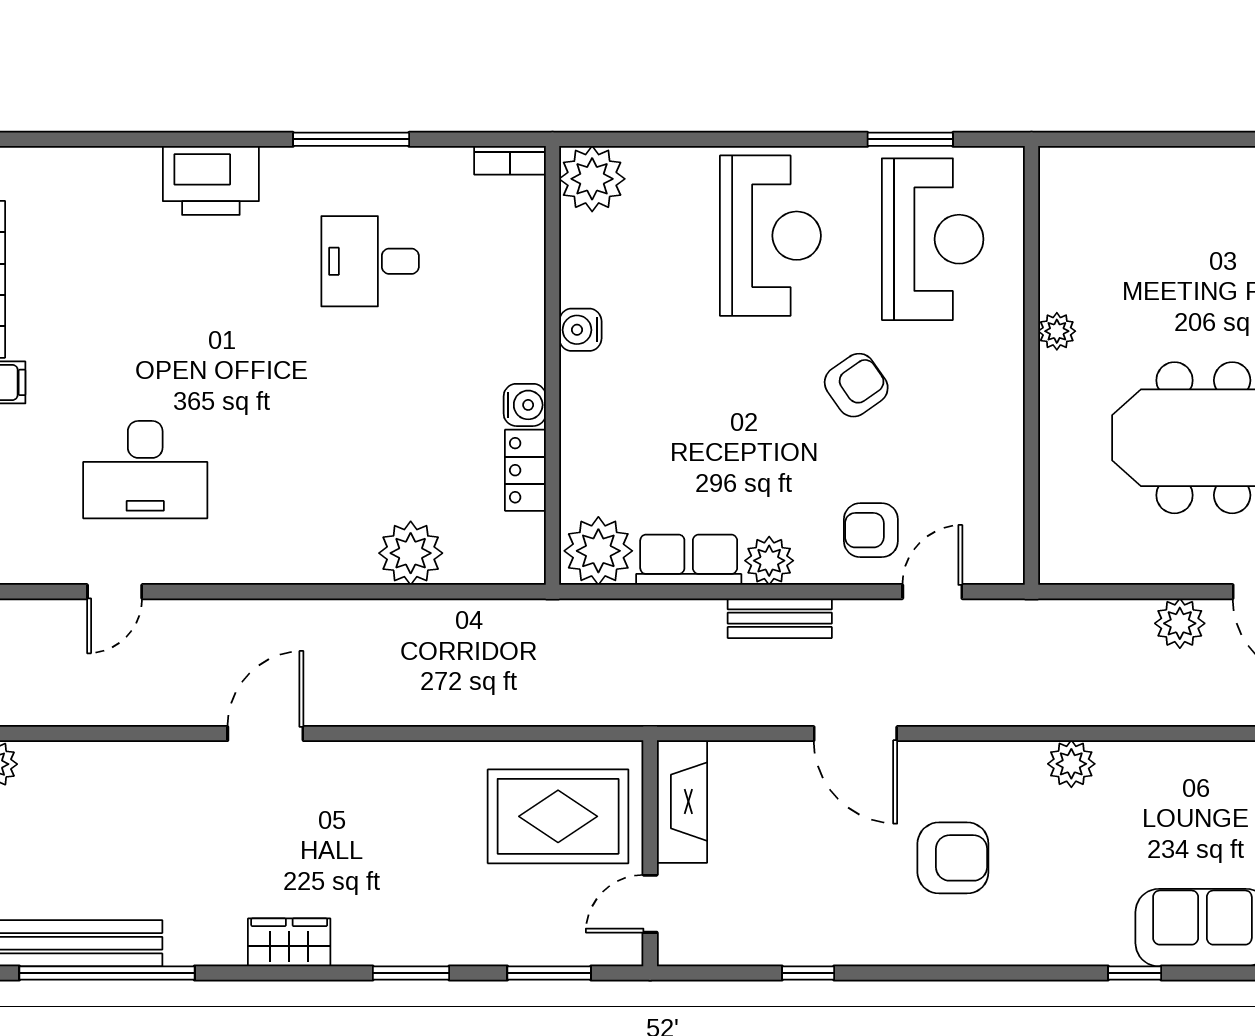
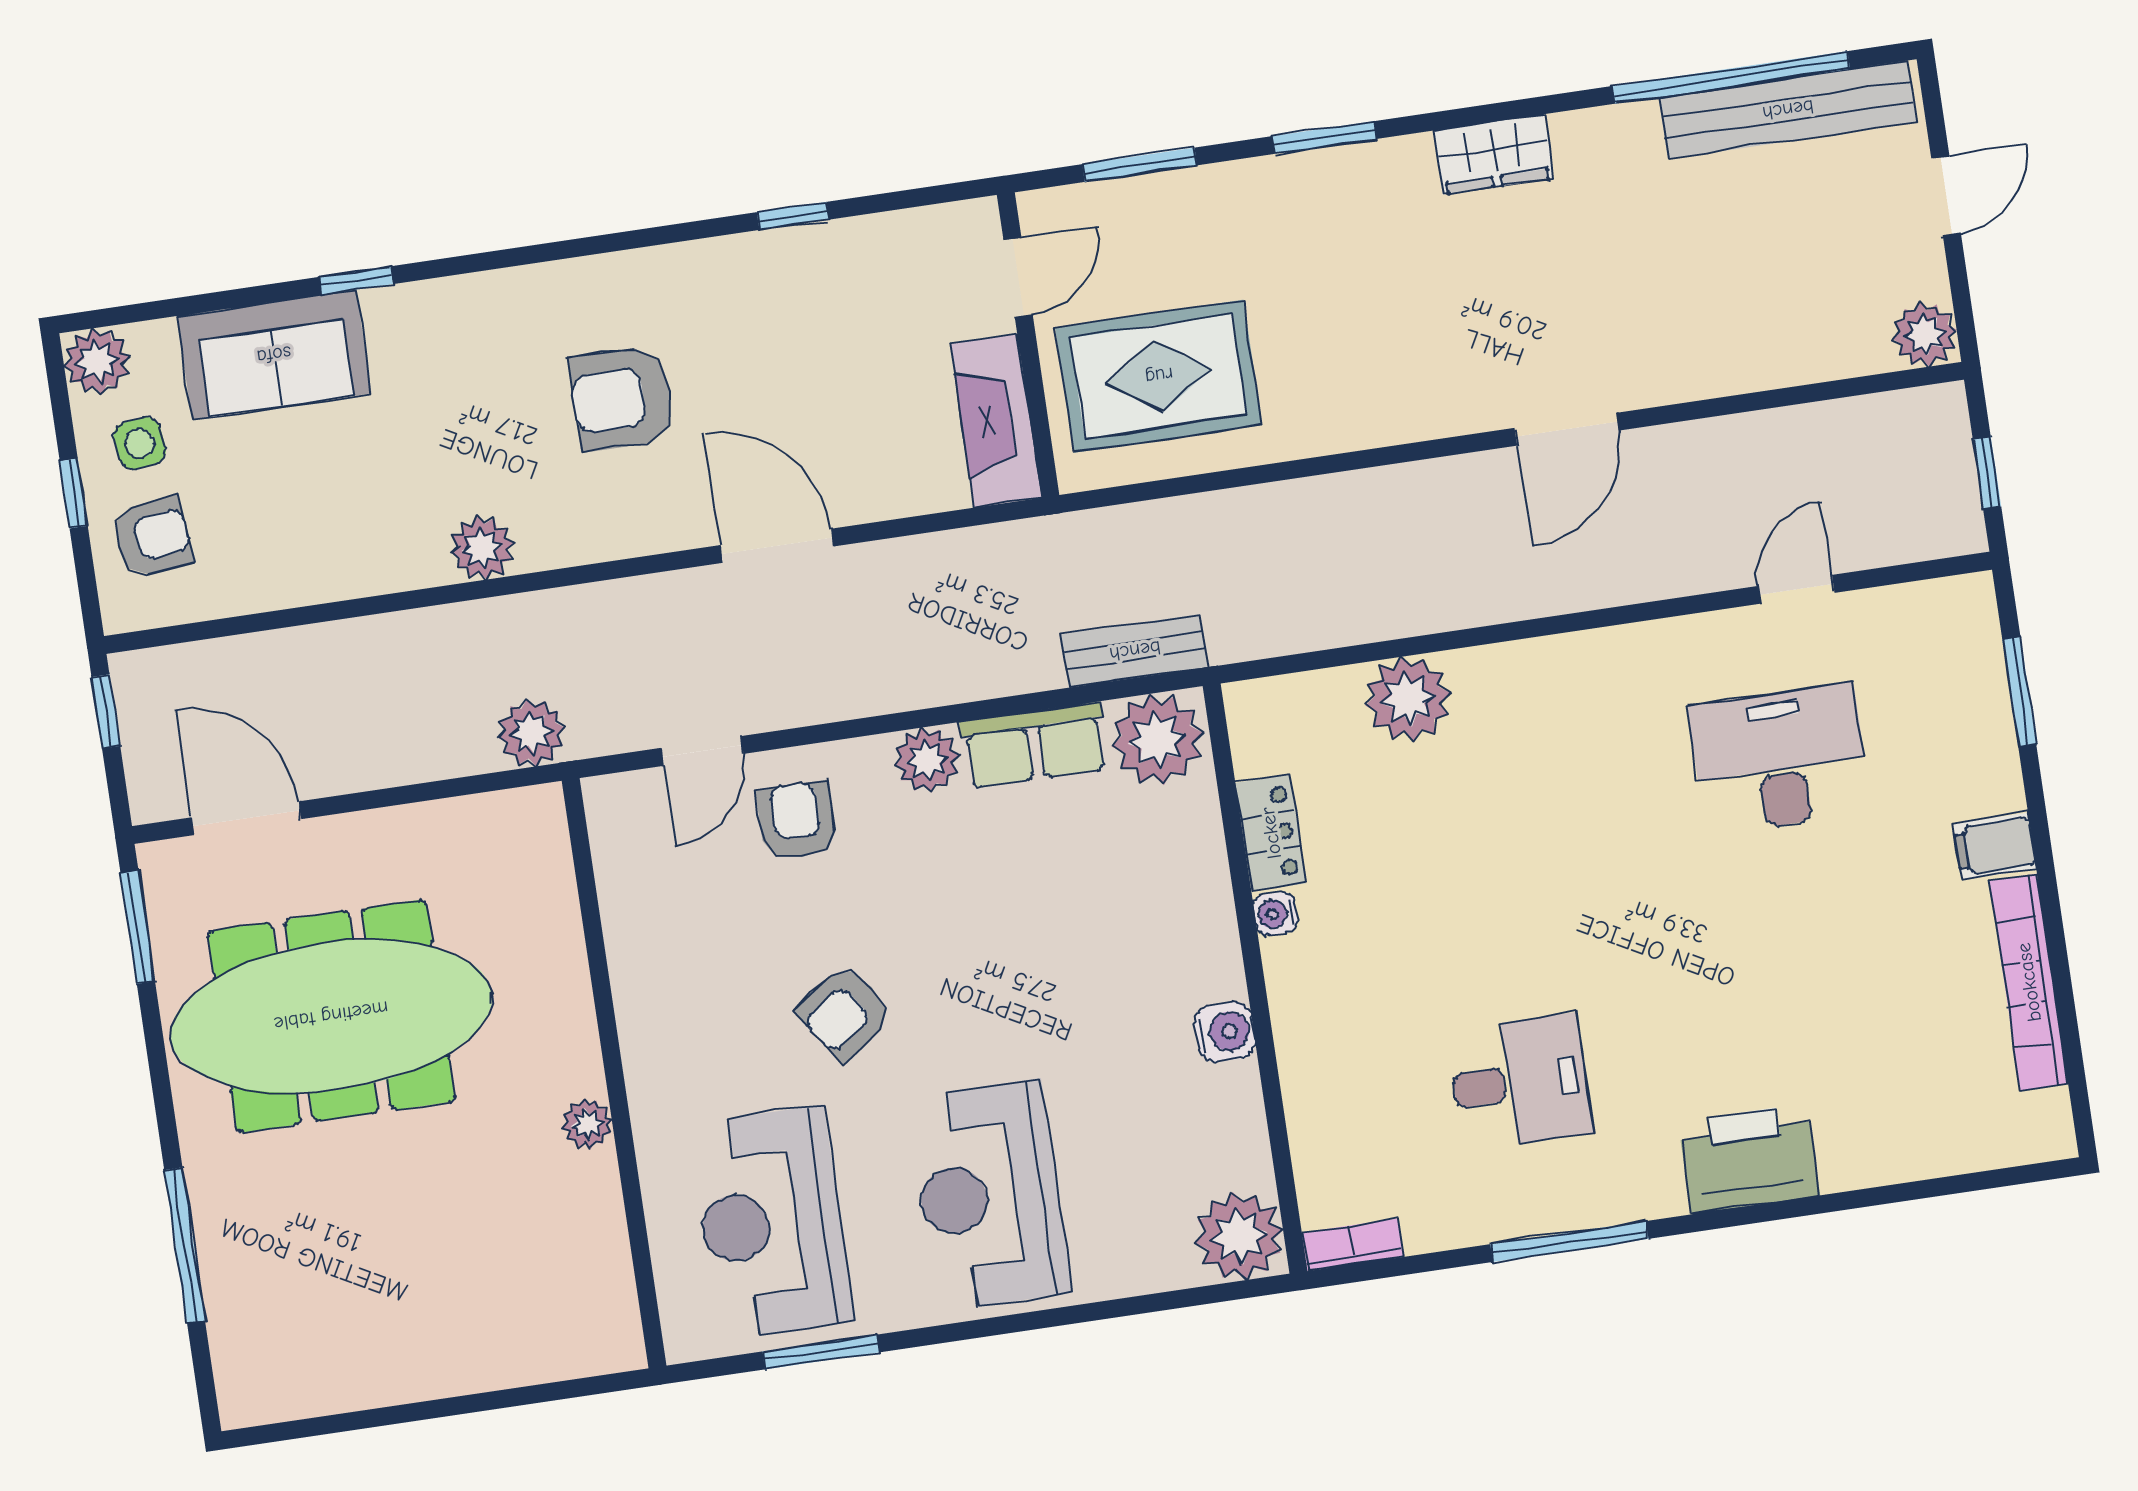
water cooler: (525, 405) -> (1276, 914), width x0.72, depth x0.72
armchair: (871, 530) -> (796, 821), turned -90
bench: (780, 618) -> (1135, 651), moved
plant: (1180, 623) -> (531, 733), moved

